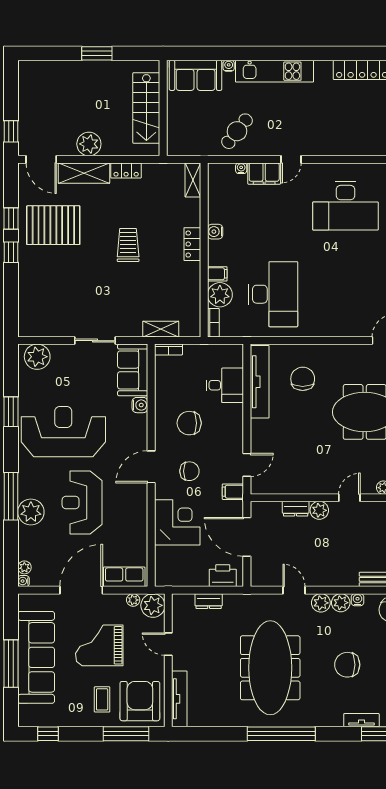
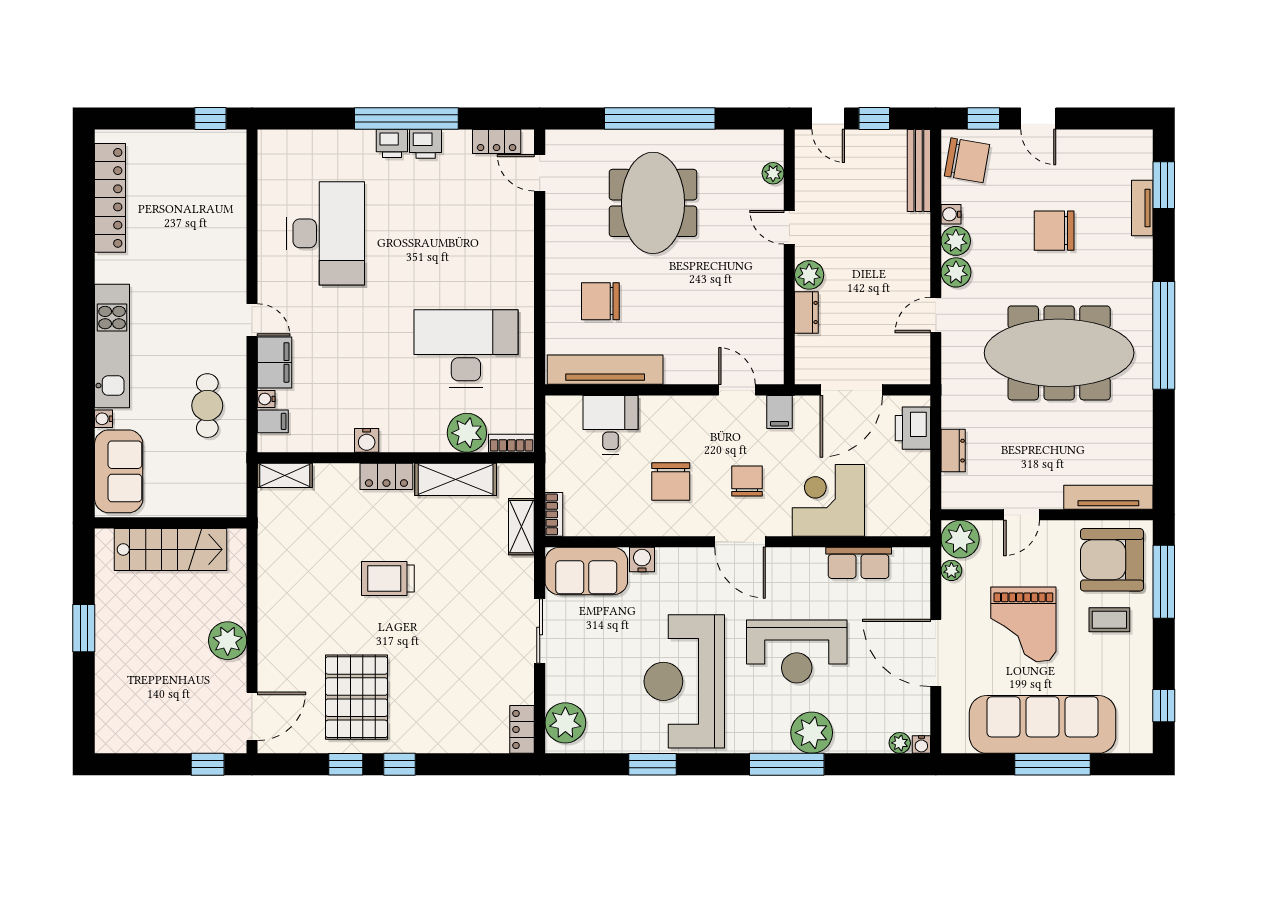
cafe table: (237, 131) -> (207, 406), turned 52
locker: (126, 170) -> (522, 729), moved, turned 180
shelving: (84, 173) -> (456, 479), moved, turned 90
filing cabinet: (217, 274) -> (273, 421), moved, turned 90
row of seats: (124, 577) -> (859, 563), moved, turned -90
chair: (347, 665) -> (1054, 231), turned 90

